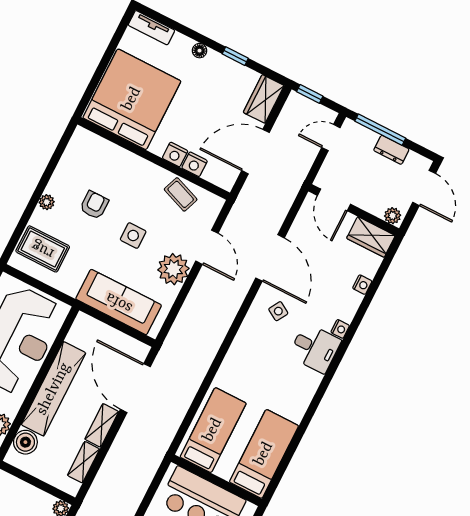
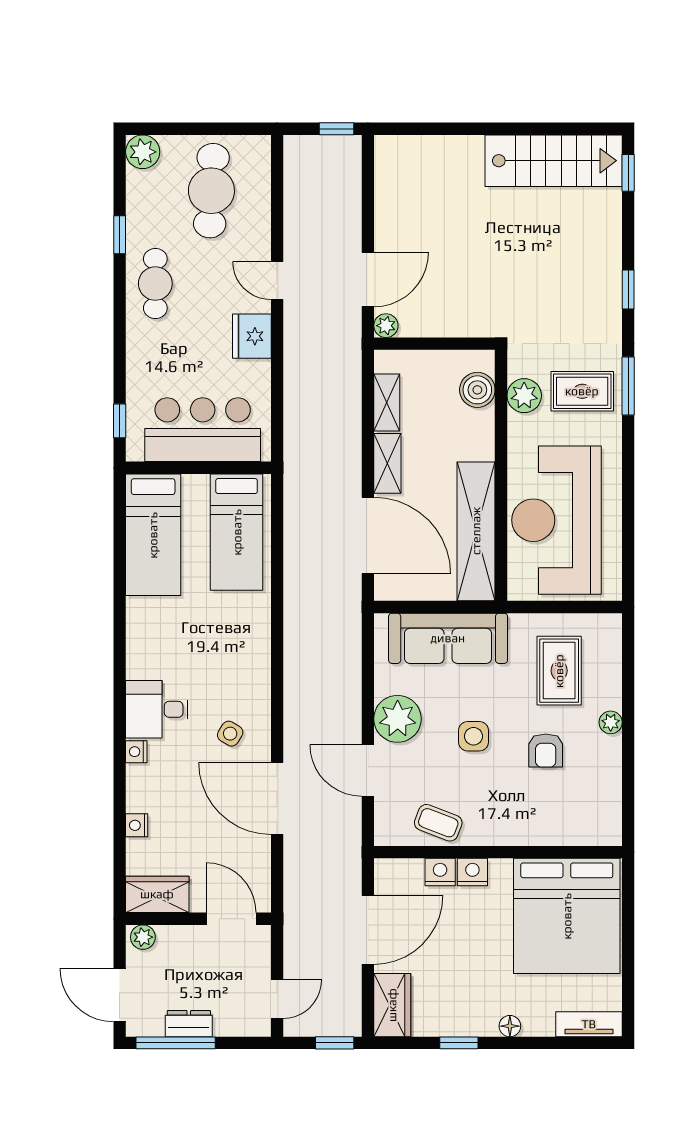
window: (380, 130) -> (176, 1043), moved
rug: (43, 249) -> (559, 671), moved, turned 90
shelving: (54, 389) -> (476, 531), moved

